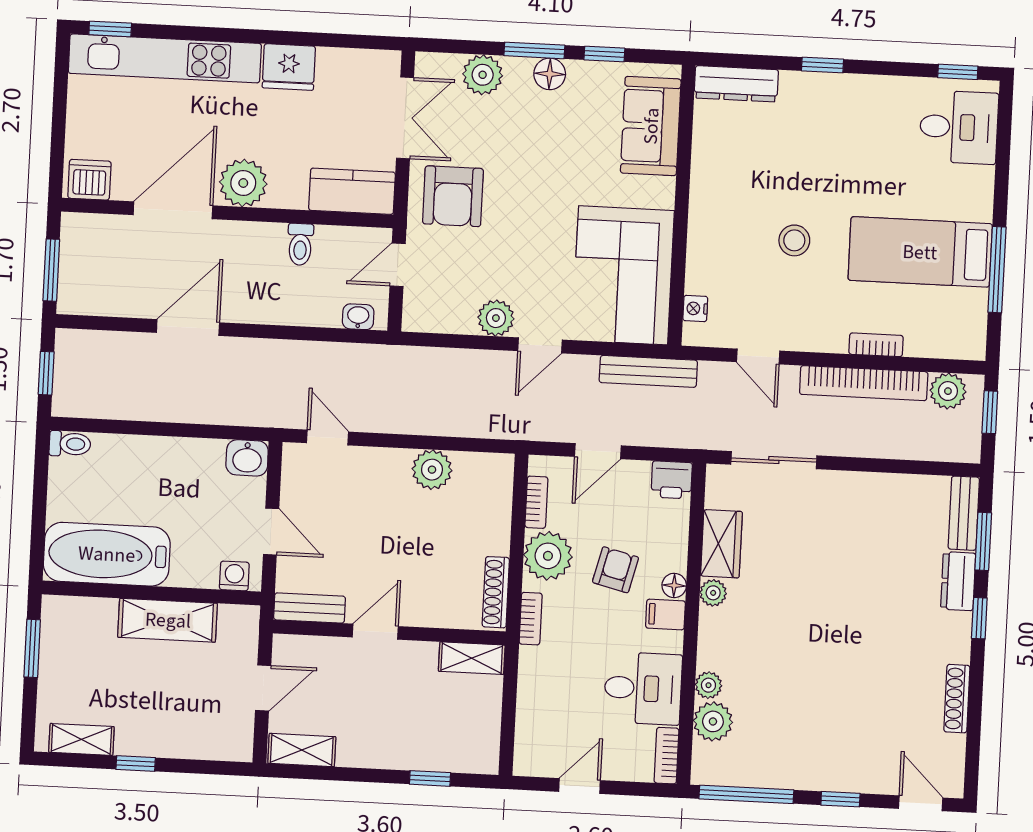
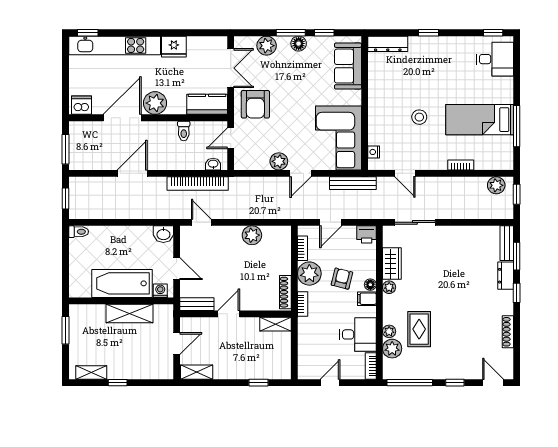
bookcase: (864, 383) -> (198, 184), moved
bathtub: (107, 554) -> (122, 283), moved
rug: (772, 684) -> (419, 329), added

